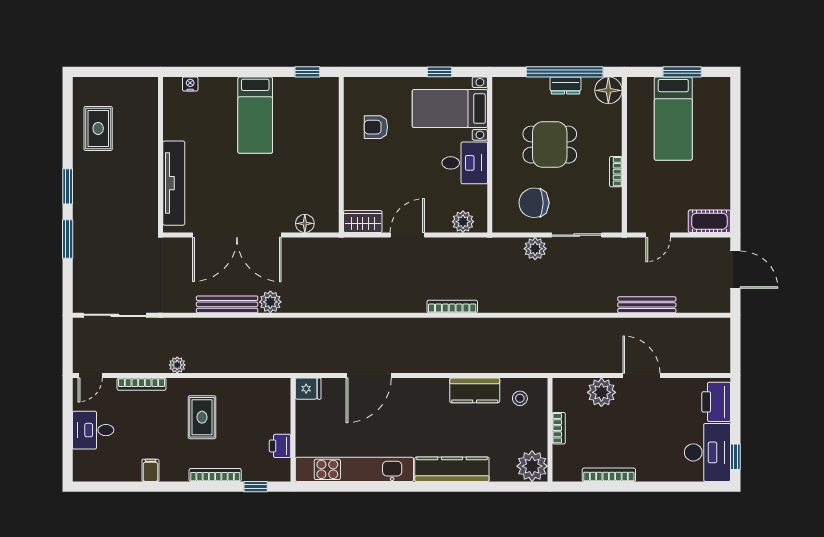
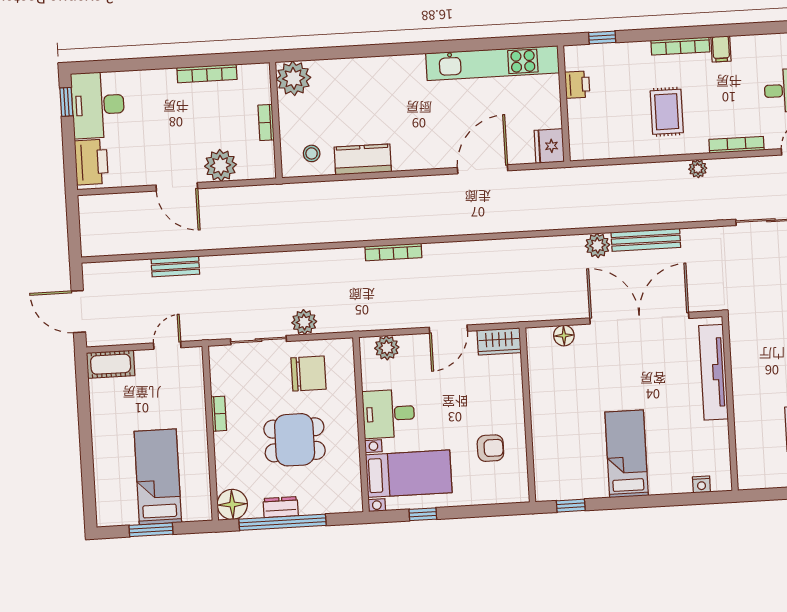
bench: (647, 305) -> (175, 266), width x0.73
fridge: (308, 389) -> (549, 146), width x1.38
kitchen counter: (452, 469) -> (383, 70), removed
bookcase: (215, 475) -> (680, 46), moved

